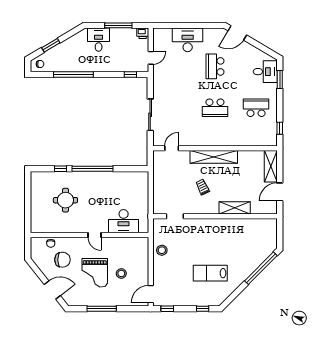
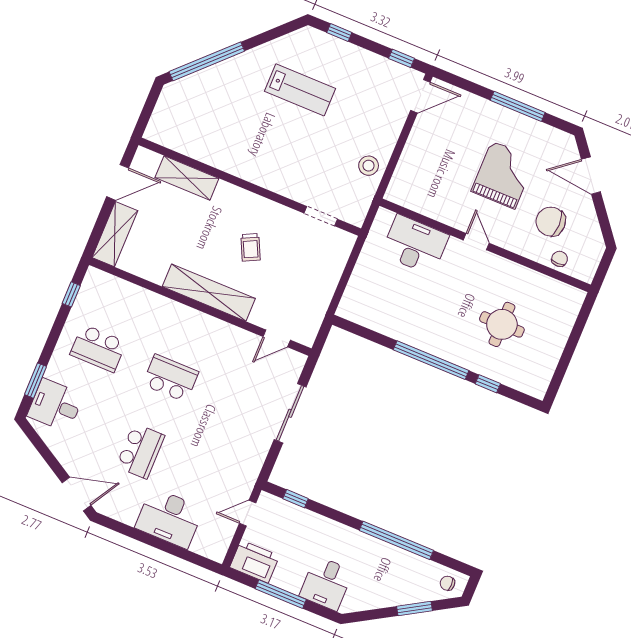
printer: (143, 33) -> (255, 562), width x1.87, depth x1.48
shelving: (235, 208) -> (187, 178), moved
stool: (121, 273) -> (457, 154), removed

